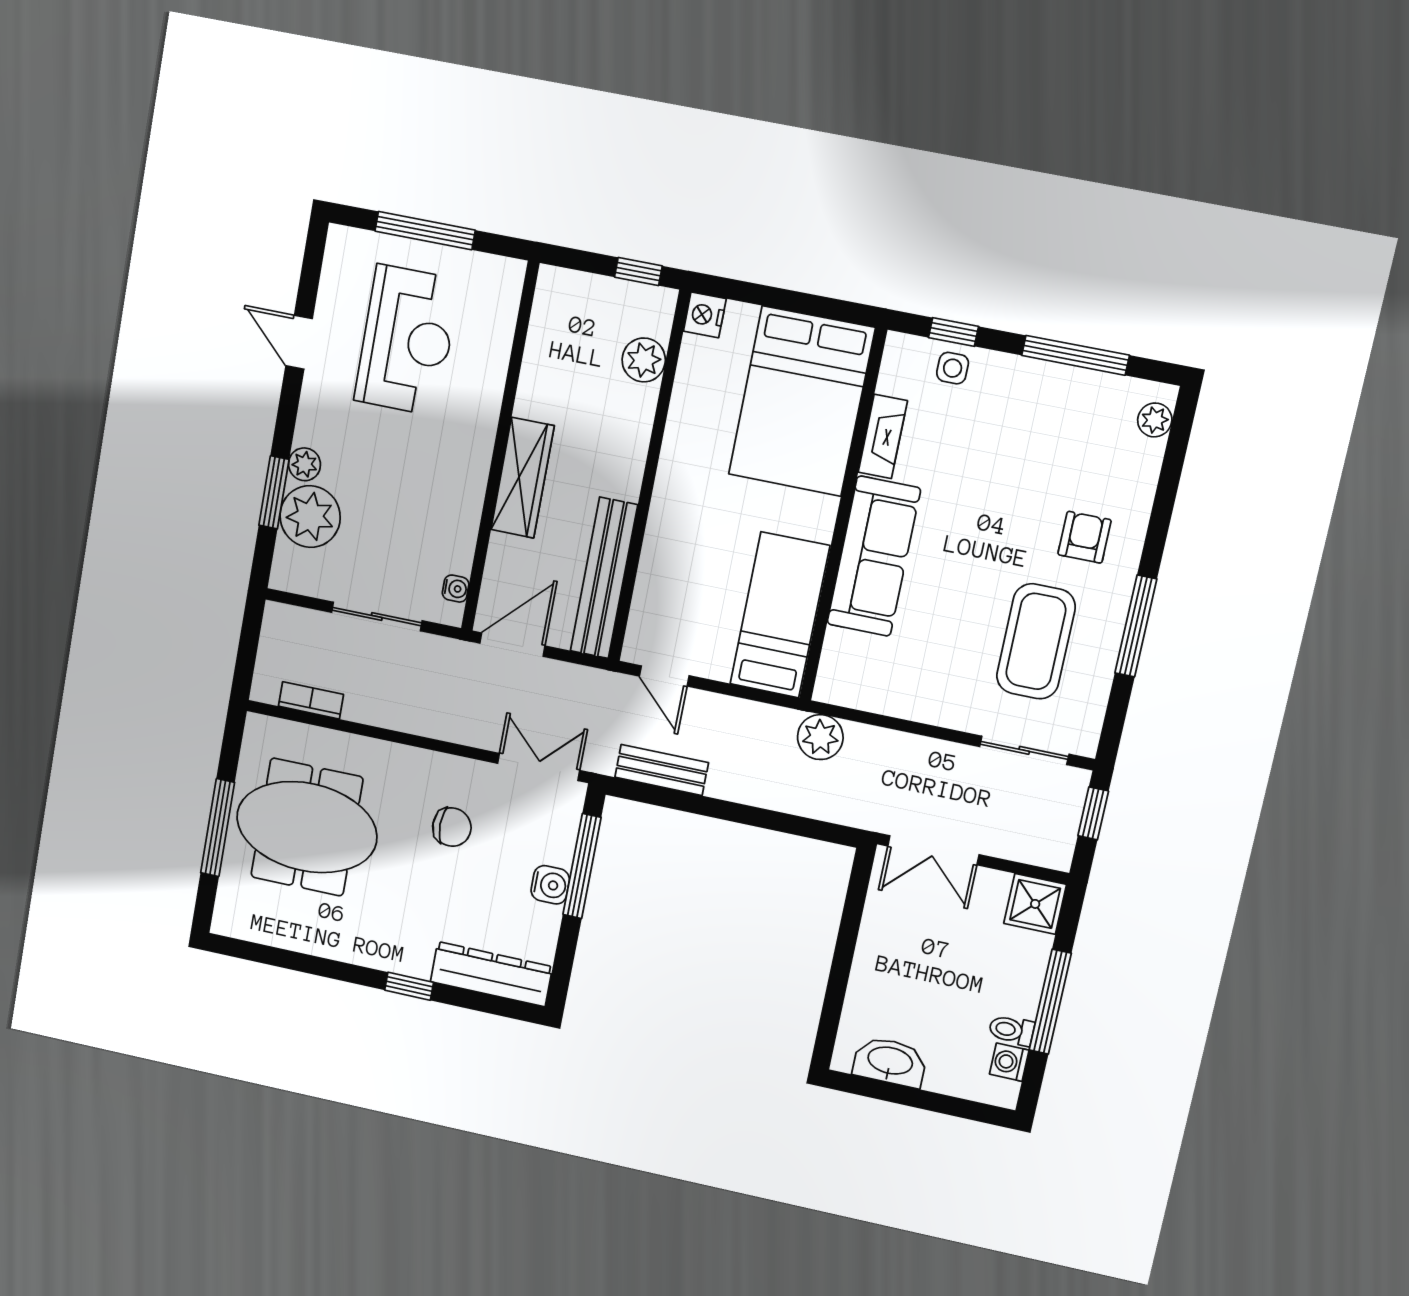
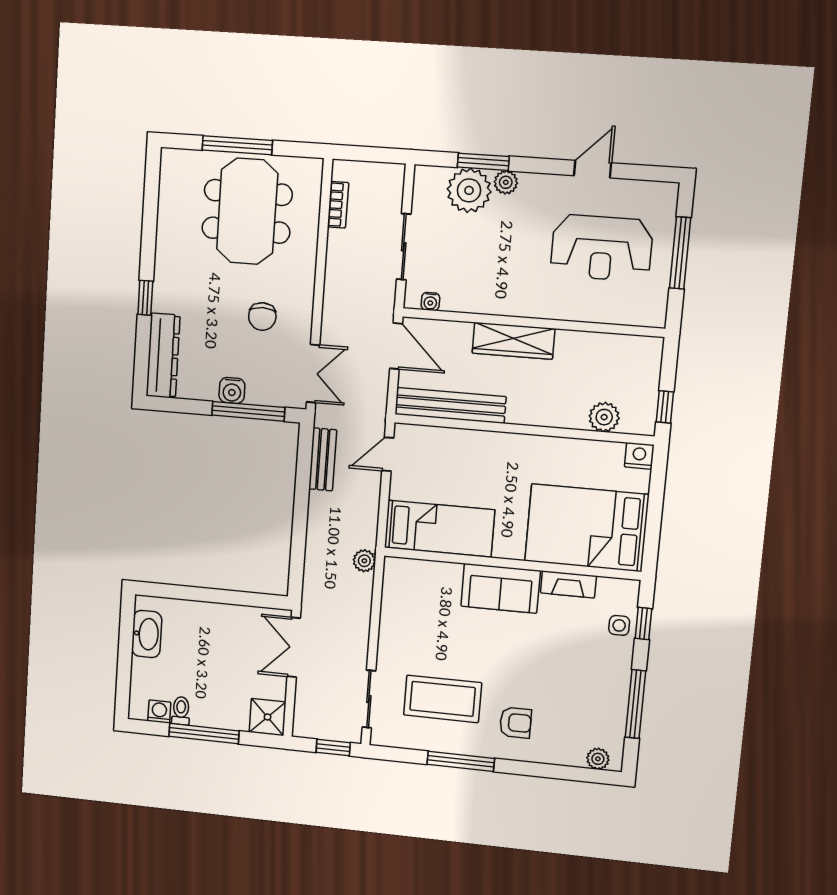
sofa: (874, 556) -> (500, 588), width x0.73
plant: (820, 737) -> (364, 561), width x0.73, depth x0.73

